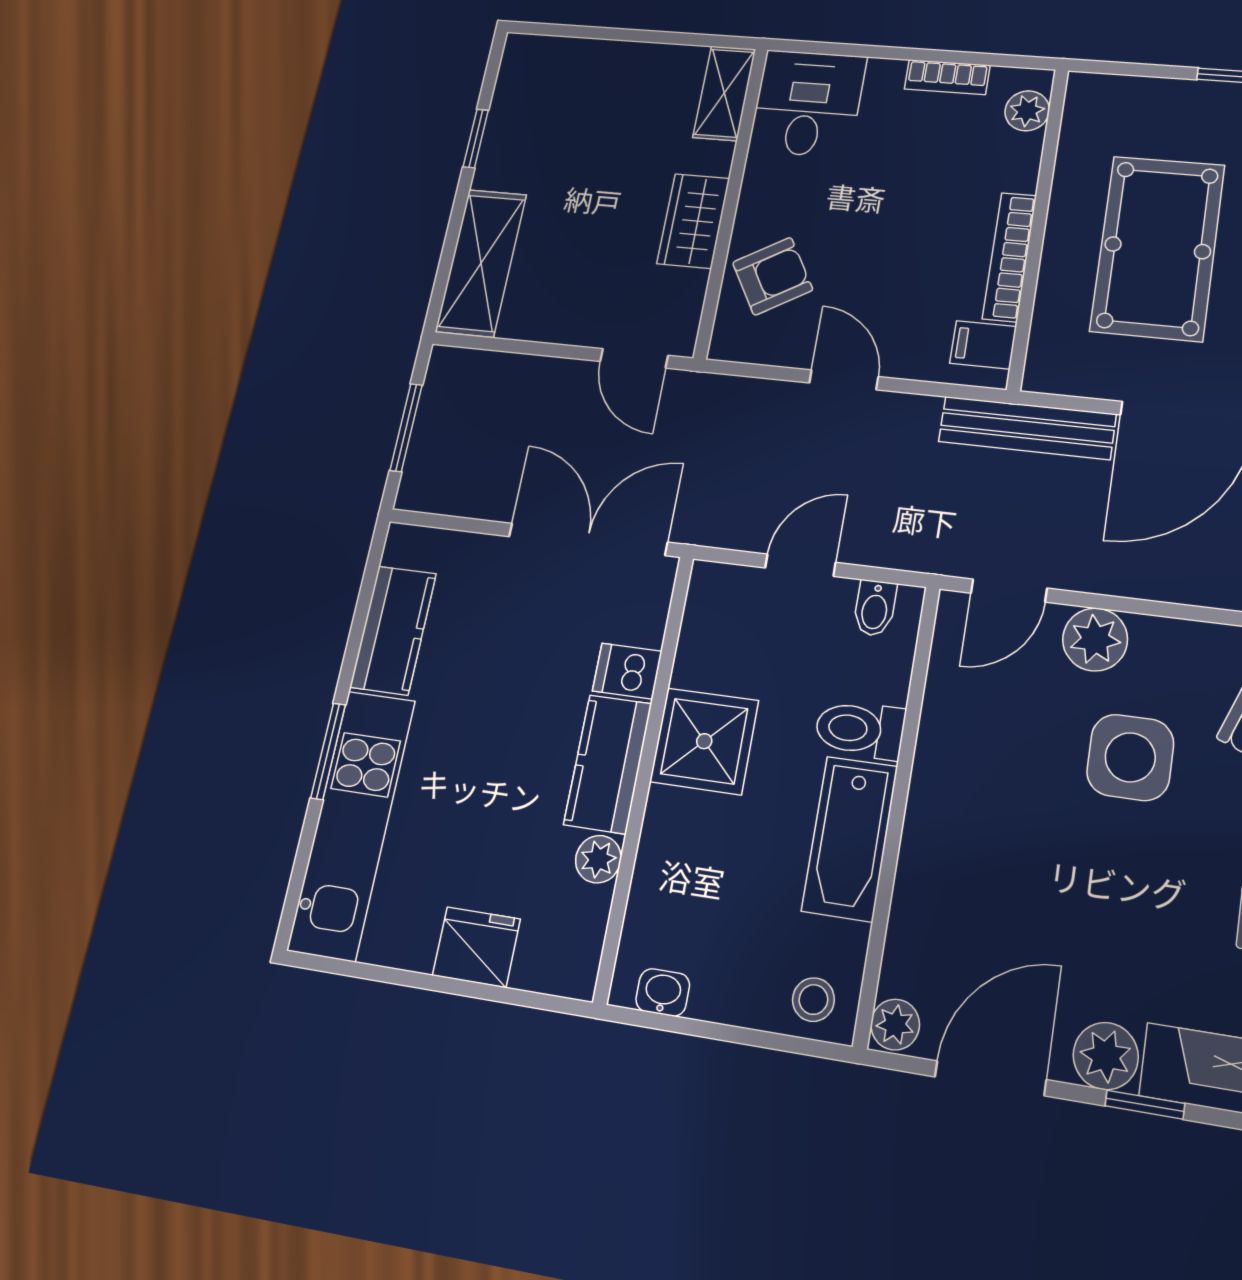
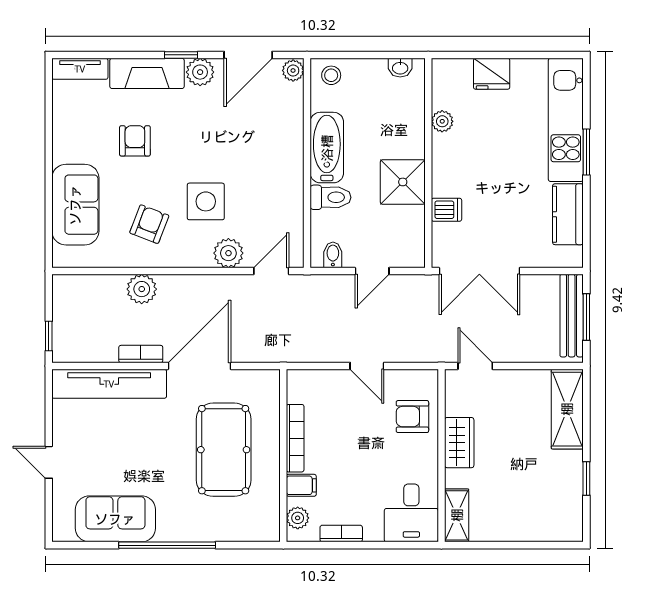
armchair: (773, 276) -> (412, 417), turned 31
filing cabinet: (983, 345) -> (301, 485), moved
bench: (1027, 428) -> (572, 316), moved, turned 90
kitchen counter: (608, 764) -> (447, 165), removed

